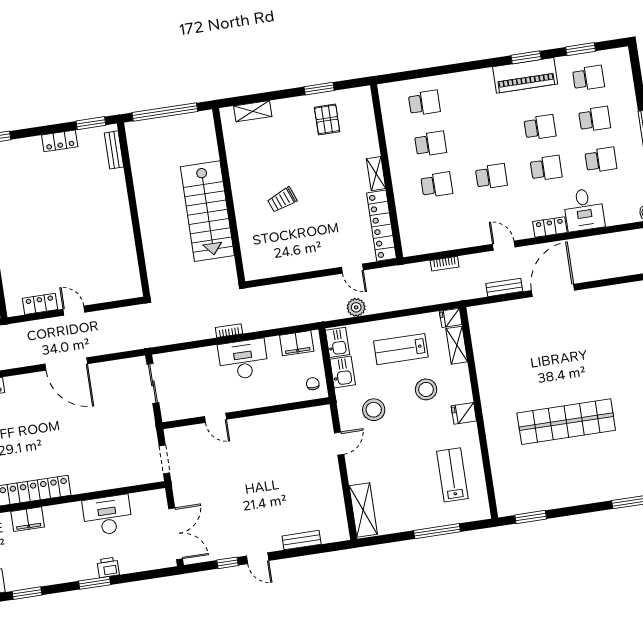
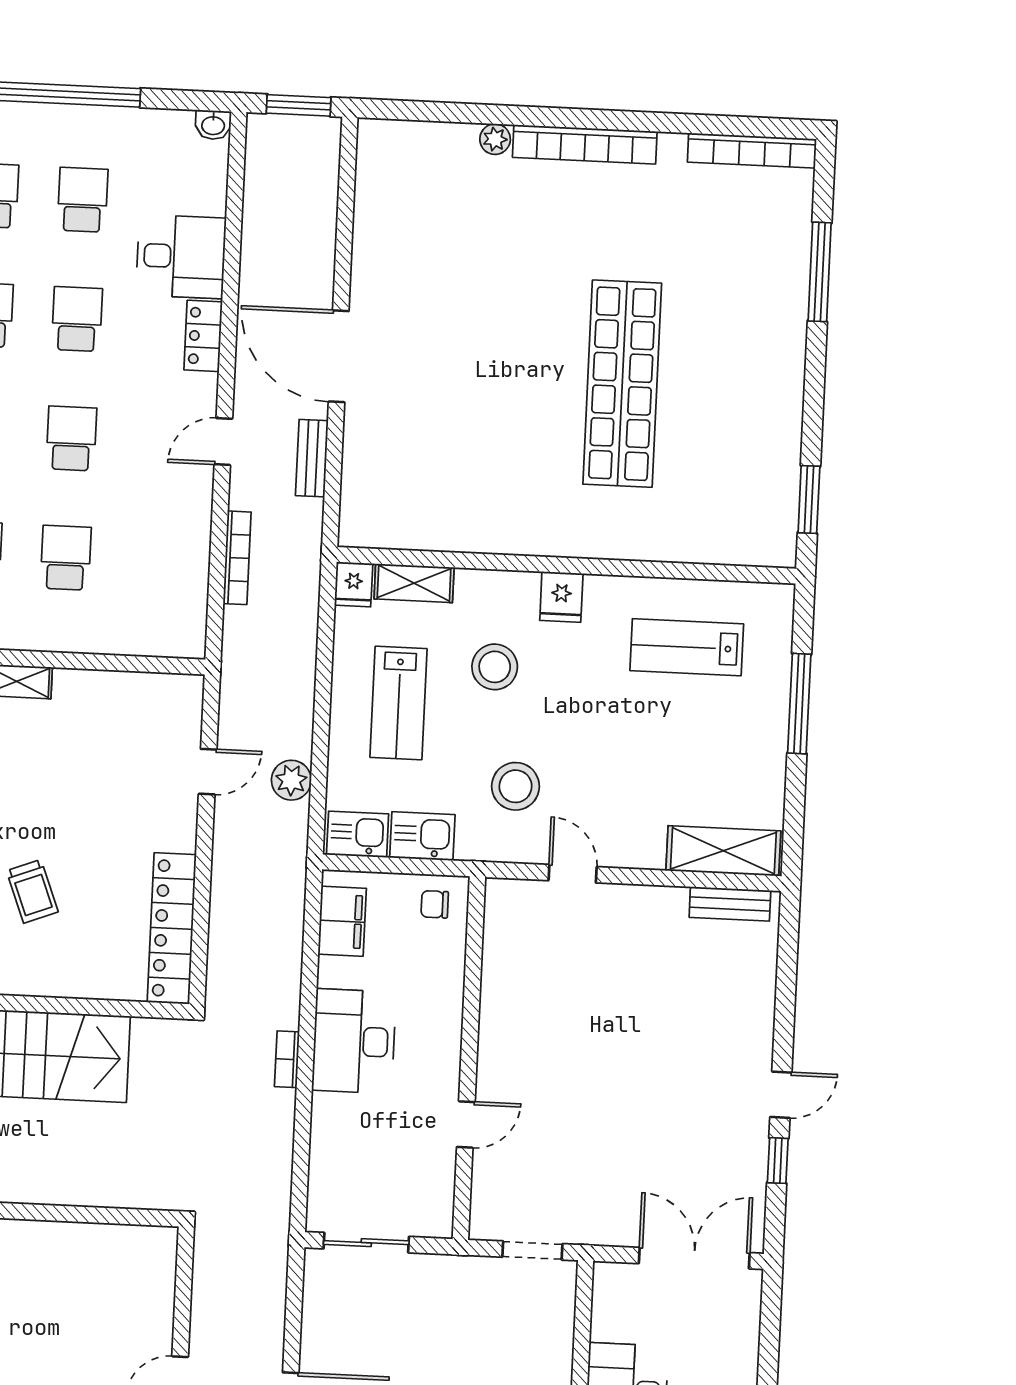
locker: (381, 226) -> (172, 928), moved, turned 90
bookcase: (445, 264) -> (237, 558), width x1.56
bench: (302, 540) -> (730, 904), moved, turned 90

